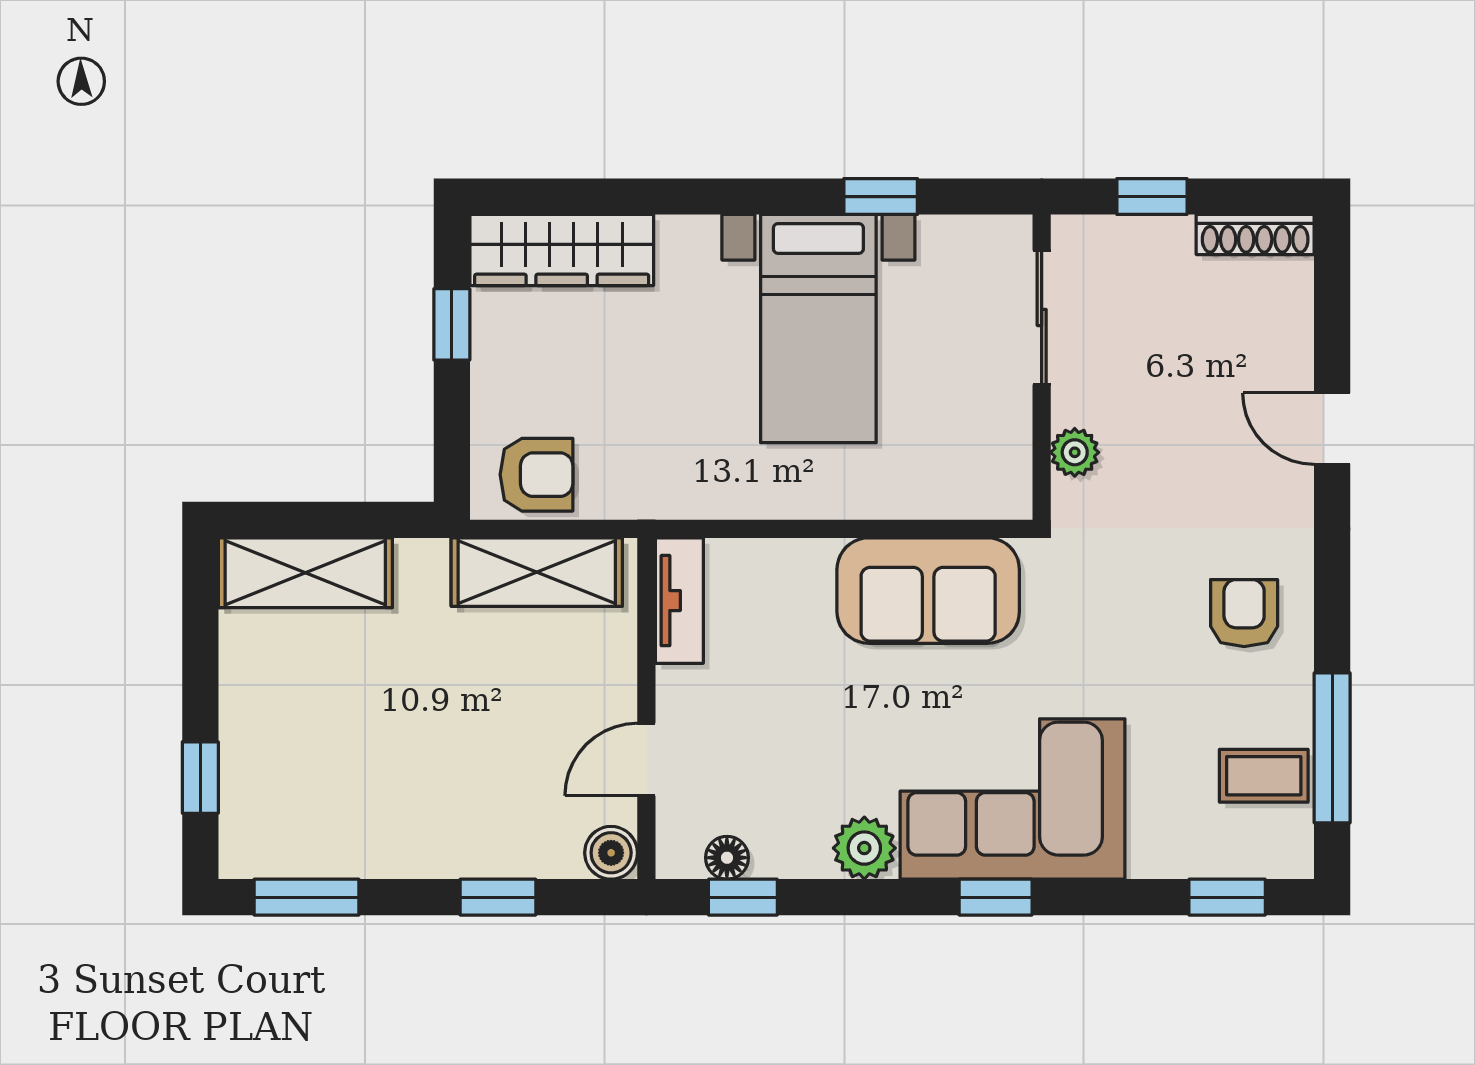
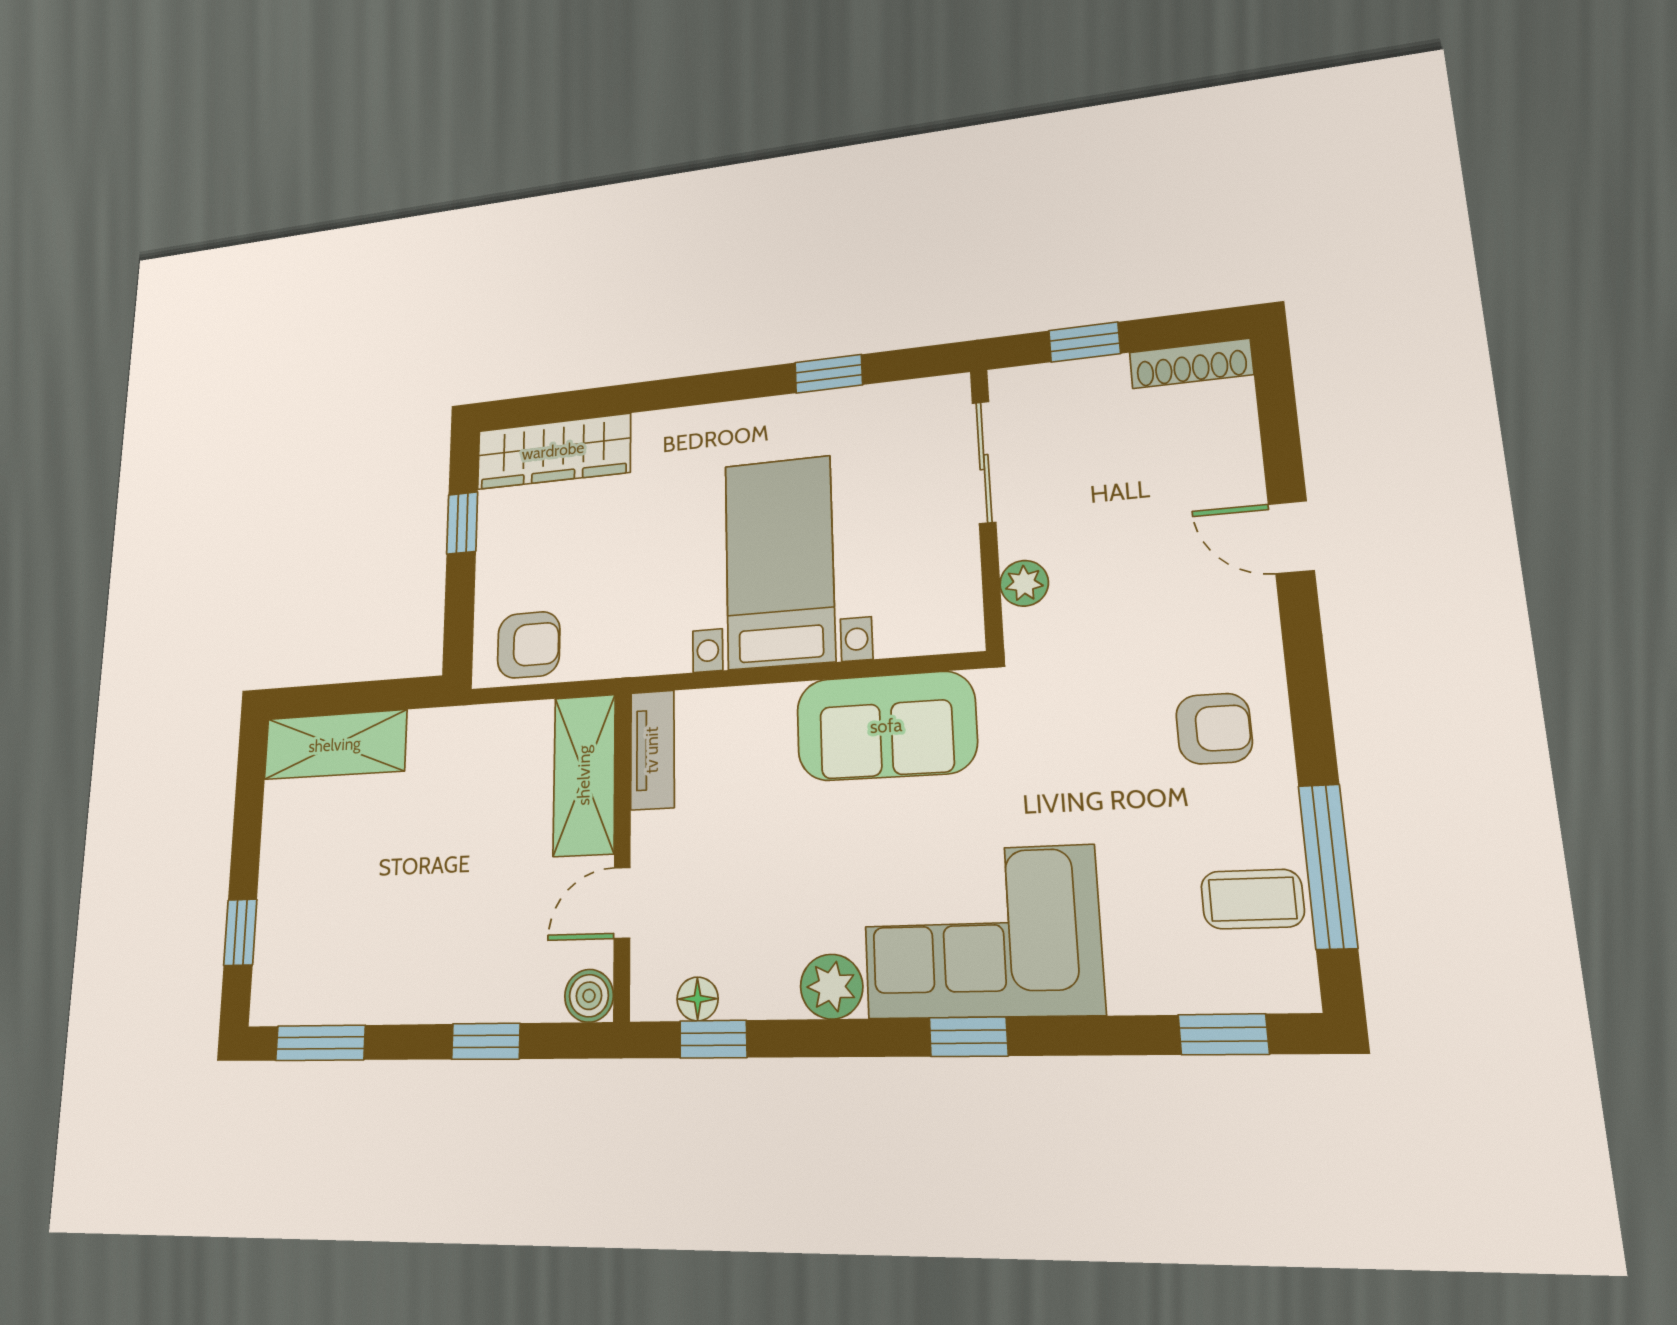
bed with nightstands: (818, 329) -> (779, 562), moved, turned 180
shelving: (537, 572) -> (584, 775), moved, turned 90
armchair: (1244, 613) -> (1214, 729), turned 90

